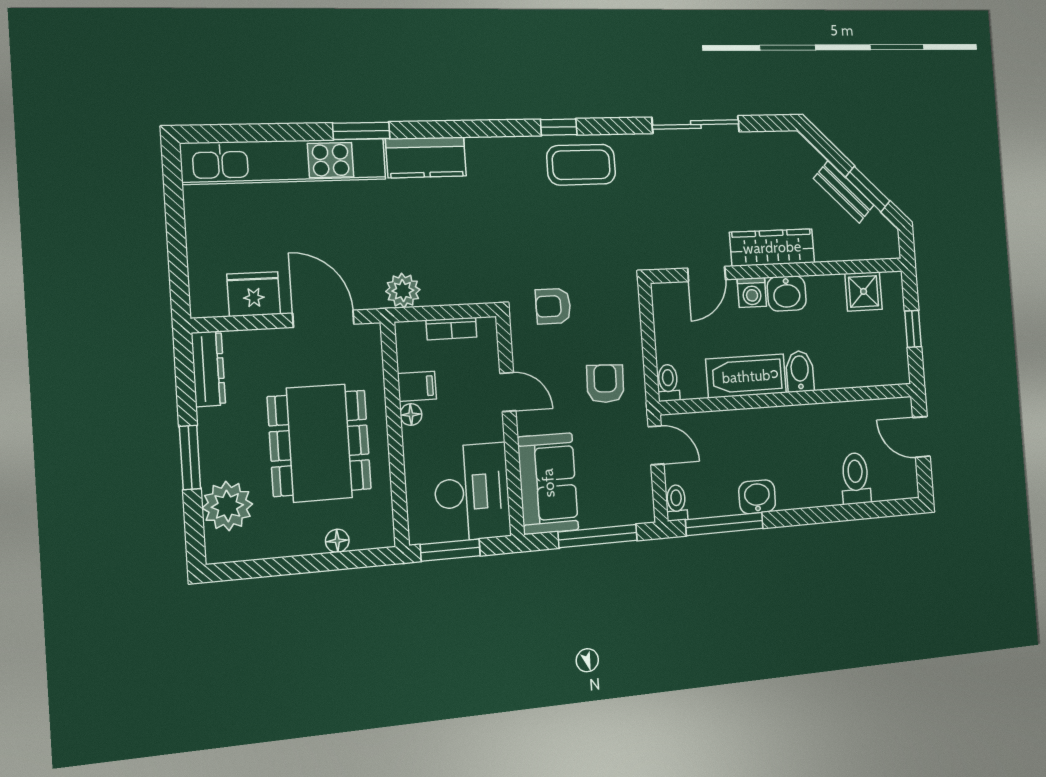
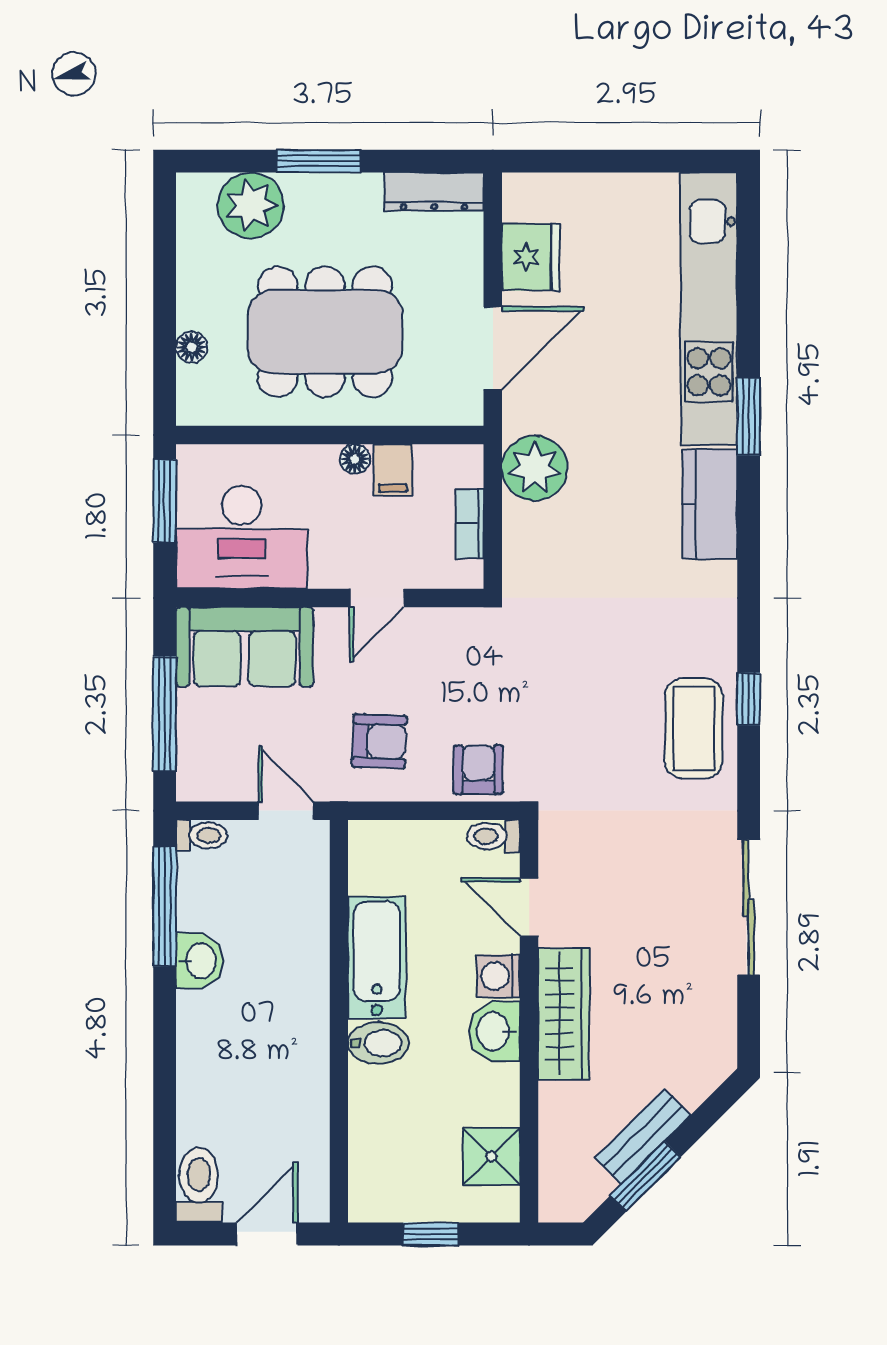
plant: (403, 291) -> (535, 468), width x1.36, depth x1.36
armchair: (553, 306) -> (478, 770), moved
toilet: (668, 383) -> (494, 836), moved, turned 180
door: (656, 445) -> (286, 811), swing flipped
toilet: (856, 478) -> (199, 1185), moved, turned -90

